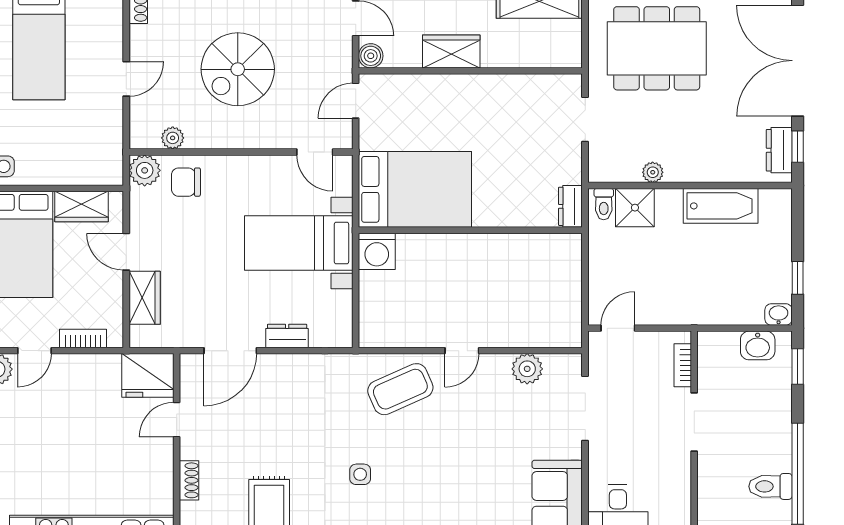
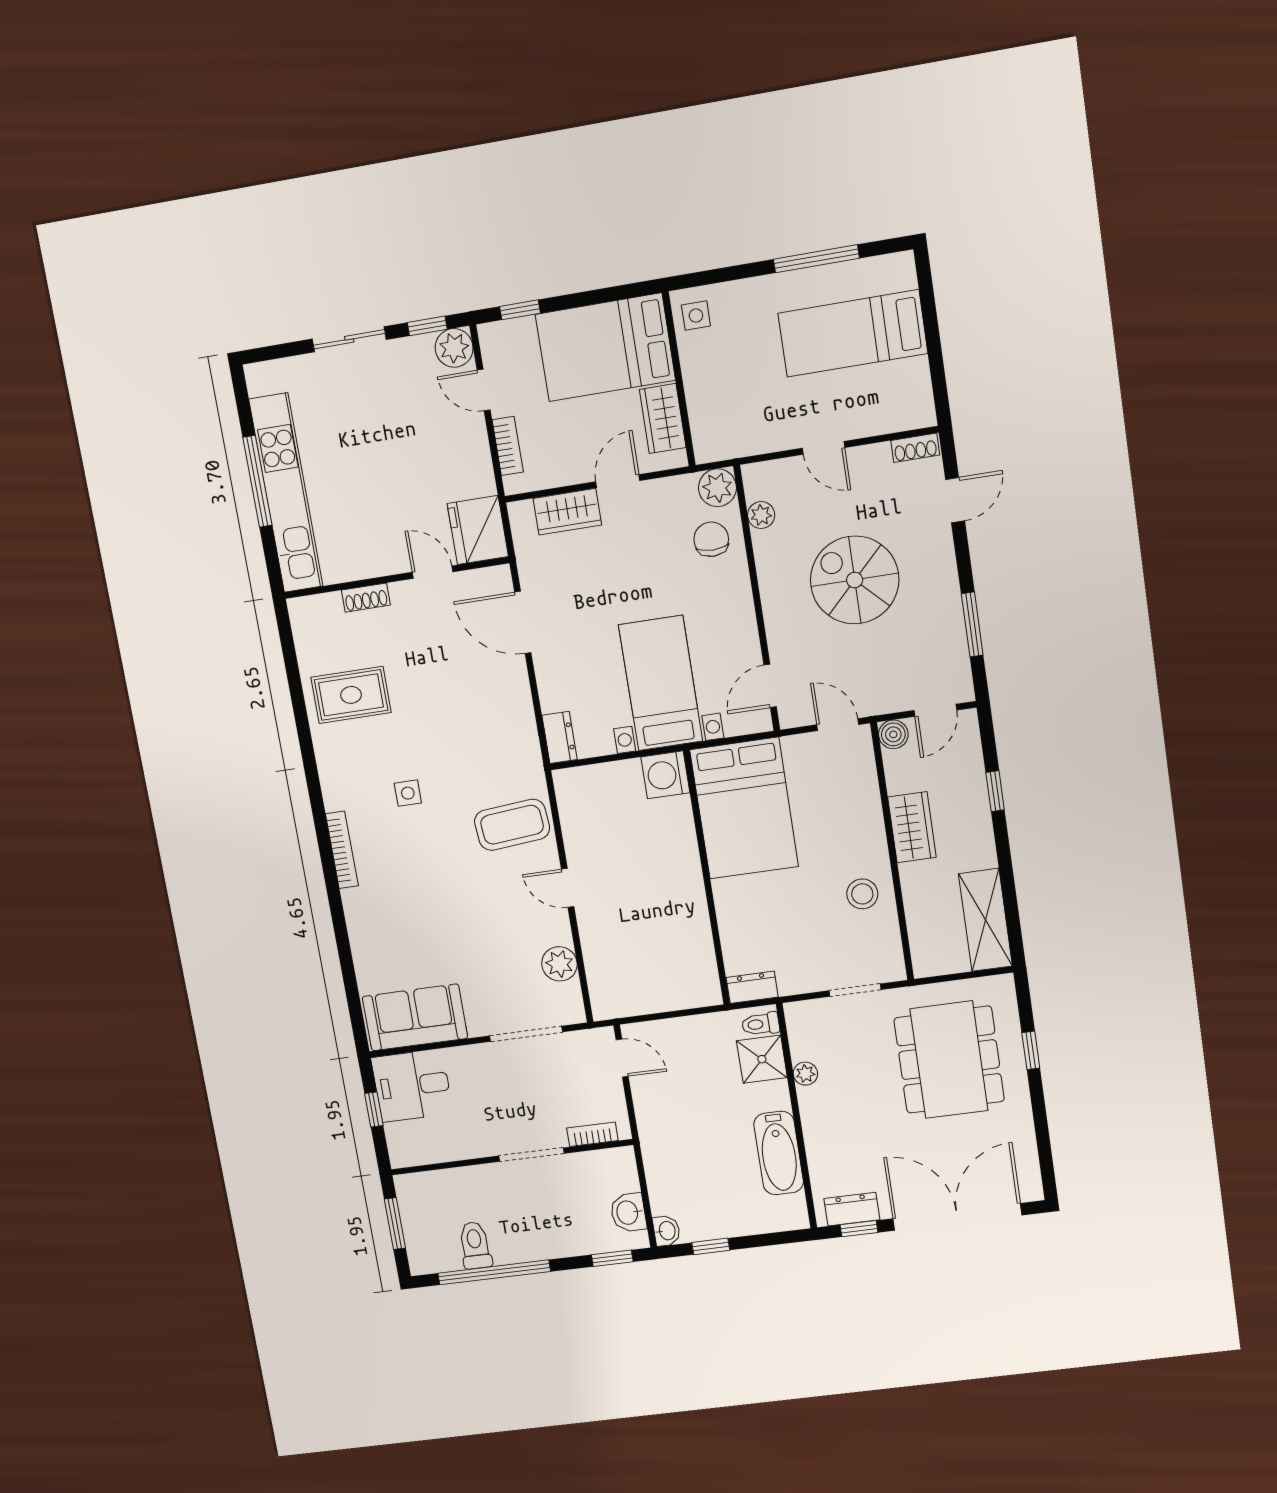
stool: (502, 101) -> (862, 894), added
dresser: (287, 336) -> (560, 737), moved
coffee table: (400, 389) -> (512, 825), turned -71

